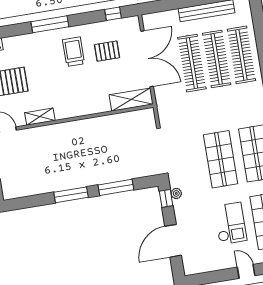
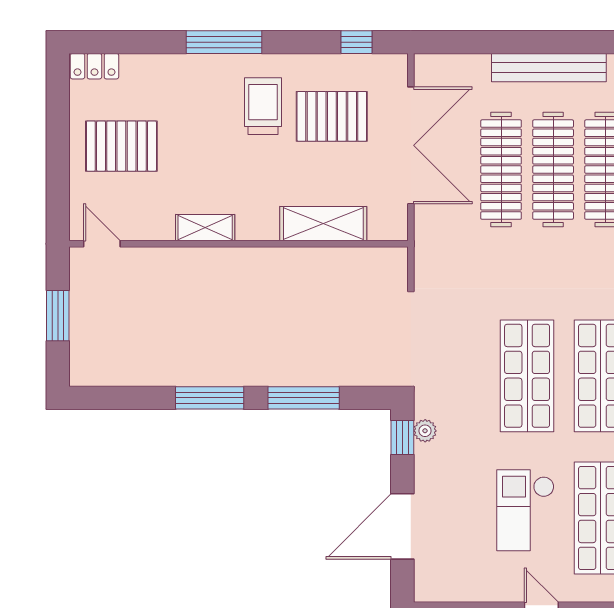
pallet: (107, 51) -> (332, 116), width x1.50, depth x1.42
shelving: (131, 100) -> (323, 224), moved
shelving: (40, 117) -> (205, 228), moved
checkout: (230, 223) -> (525, 510), turned 180

